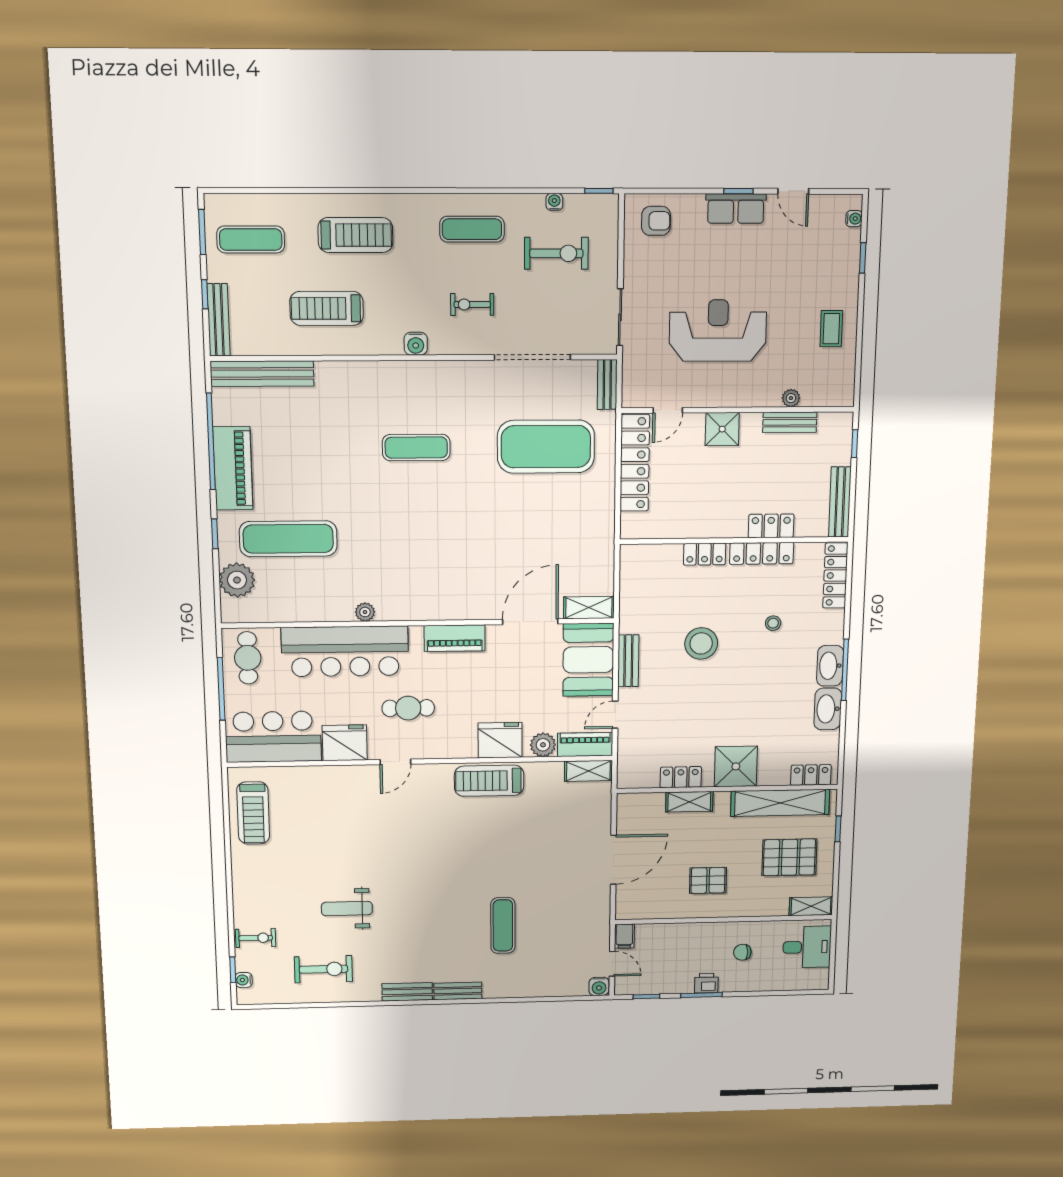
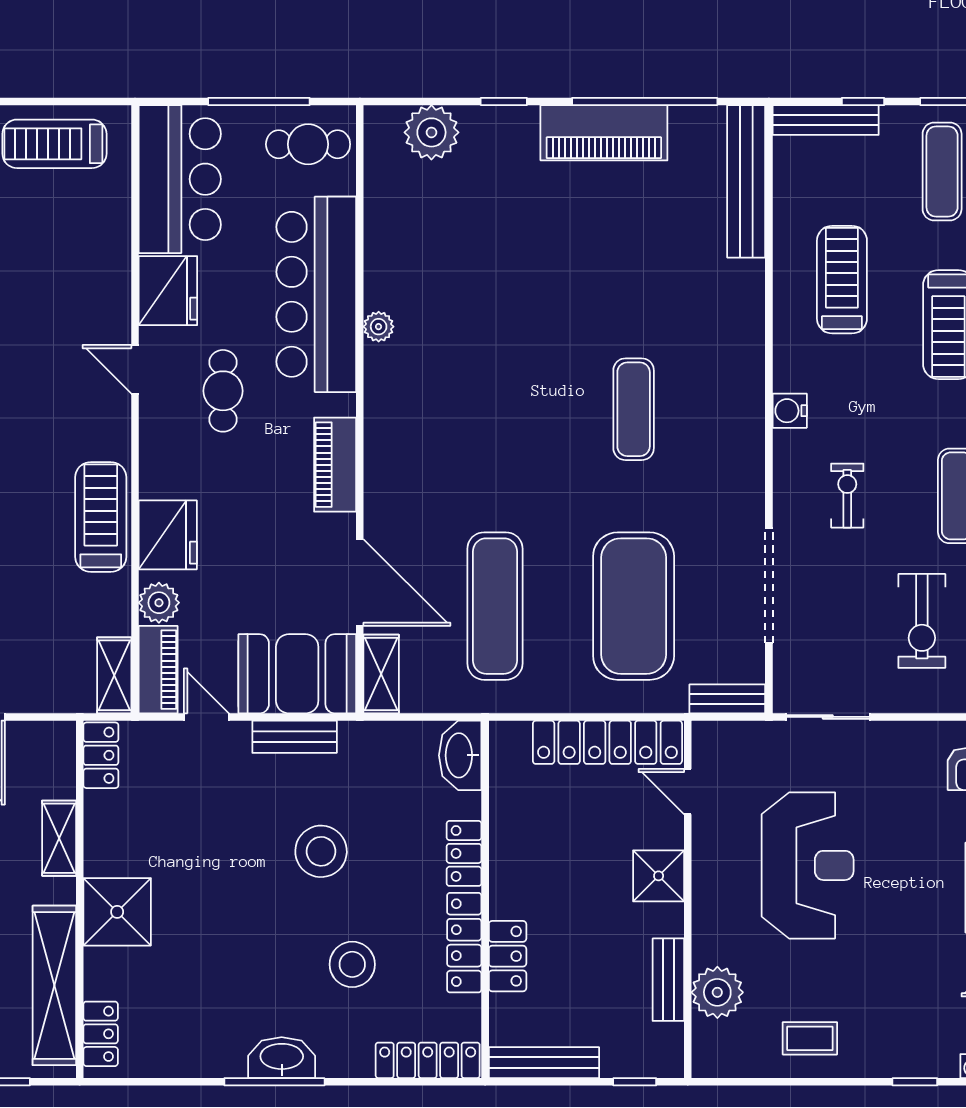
plant: (791, 398) -> (717, 992), width x1.87, depth x1.87
exercise mat: (288, 539) -> (495, 606), moved
stool: (773, 623) -> (352, 964), width x1.89, depth x1.89
washbasin: (828, 709) -> (460, 755), moved, turned -90
locker: (681, 777) -> (101, 755), moved

